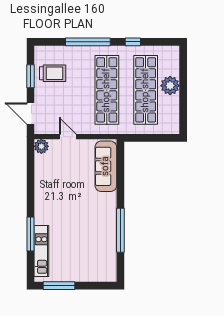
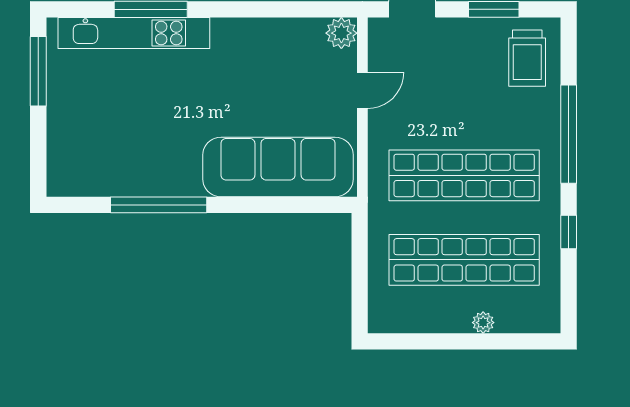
trolley: (53, 73) -> (527, 58), moved
plant: (170, 86) -> (483, 323), width x0.53, depth x0.53
sofa: (106, 166) -> (278, 167), width x1.36, depth x1.27
kitchen unit: (41, 251) -> (134, 33), width x1.36

